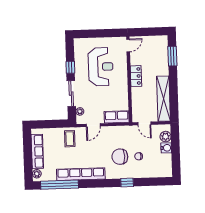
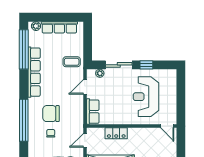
reception desk: (101, 67) -> (146, 97), turned 90
locker: (136, 76) -> (116, 133), moved
door: (93, 125) -> (85, 87), hinge flipped
chair: (120, 157) -> (51, 114), turned -90
window: (127, 182) -> (24, 120), width x3.17

